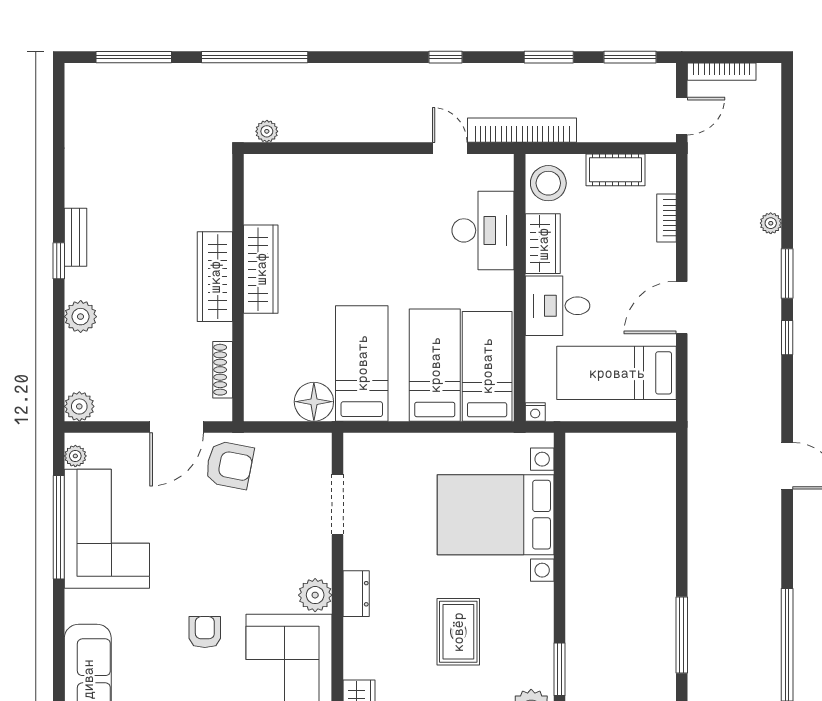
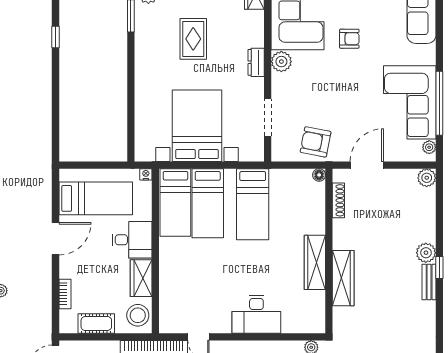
desk: (483, 230) -> (256, 314), moved, turned -90
wardrobe: (215, 277) -> (343, 278), moved
plant: (81, 317) -> (426, 253), moved
floor lamp: (314, 402) -> (319, 175), moved, width x0.53, depth x0.53
armchair: (229, 465) -> (316, 142), moved
bed with nightstands: (496, 515) -> (197, 126), moved, turned -90
armchair: (205, 632) -> (349, 39), turned -90
window: (682, 635) -> (55, 37), width x0.46

